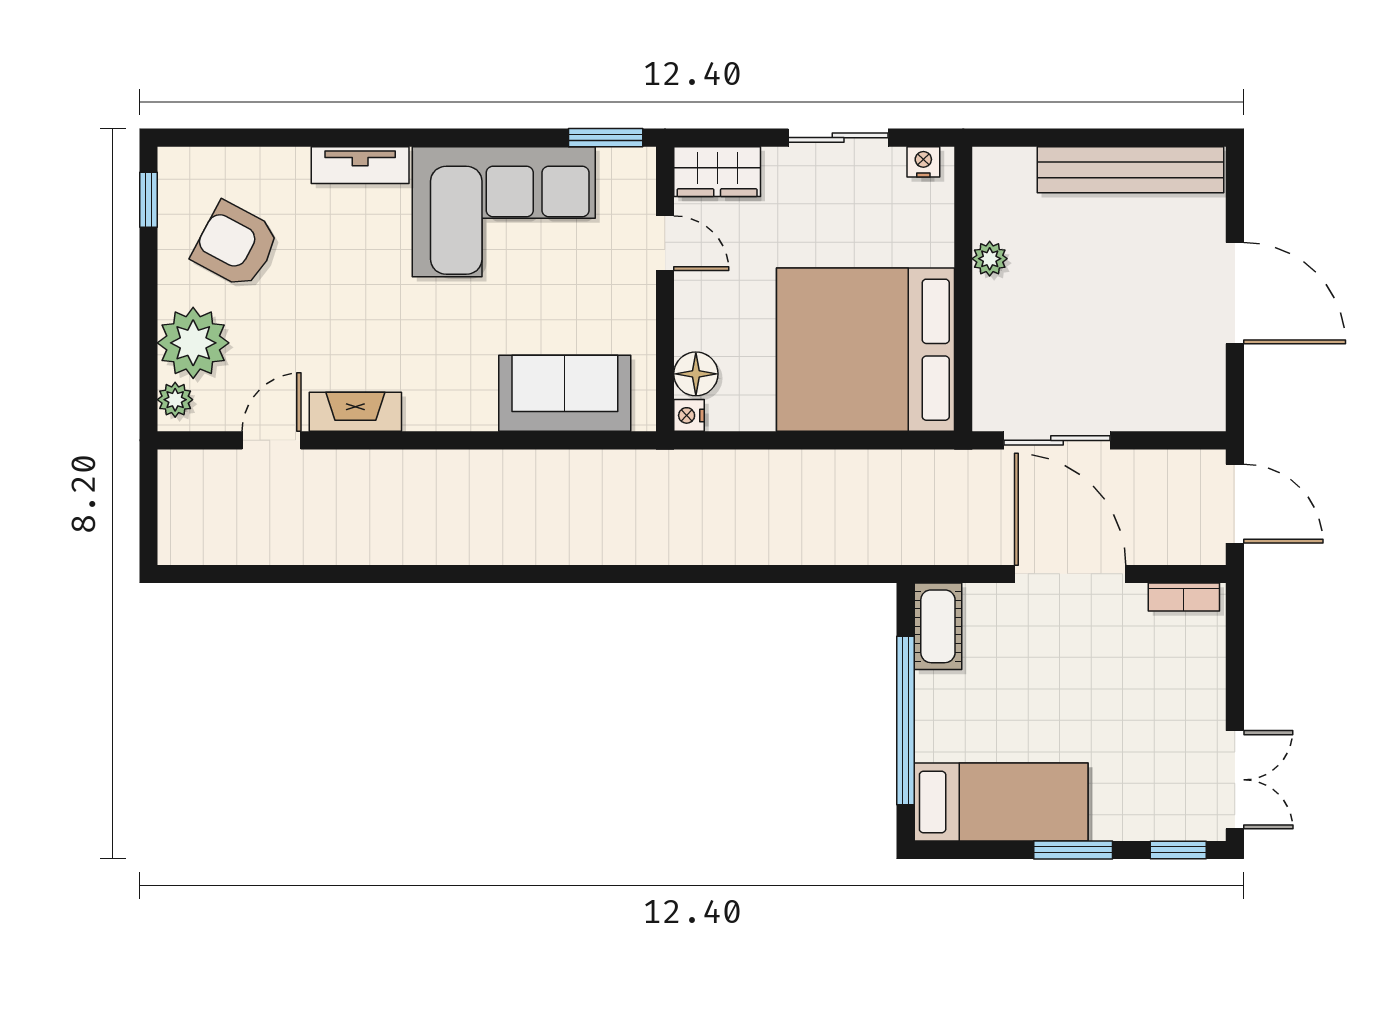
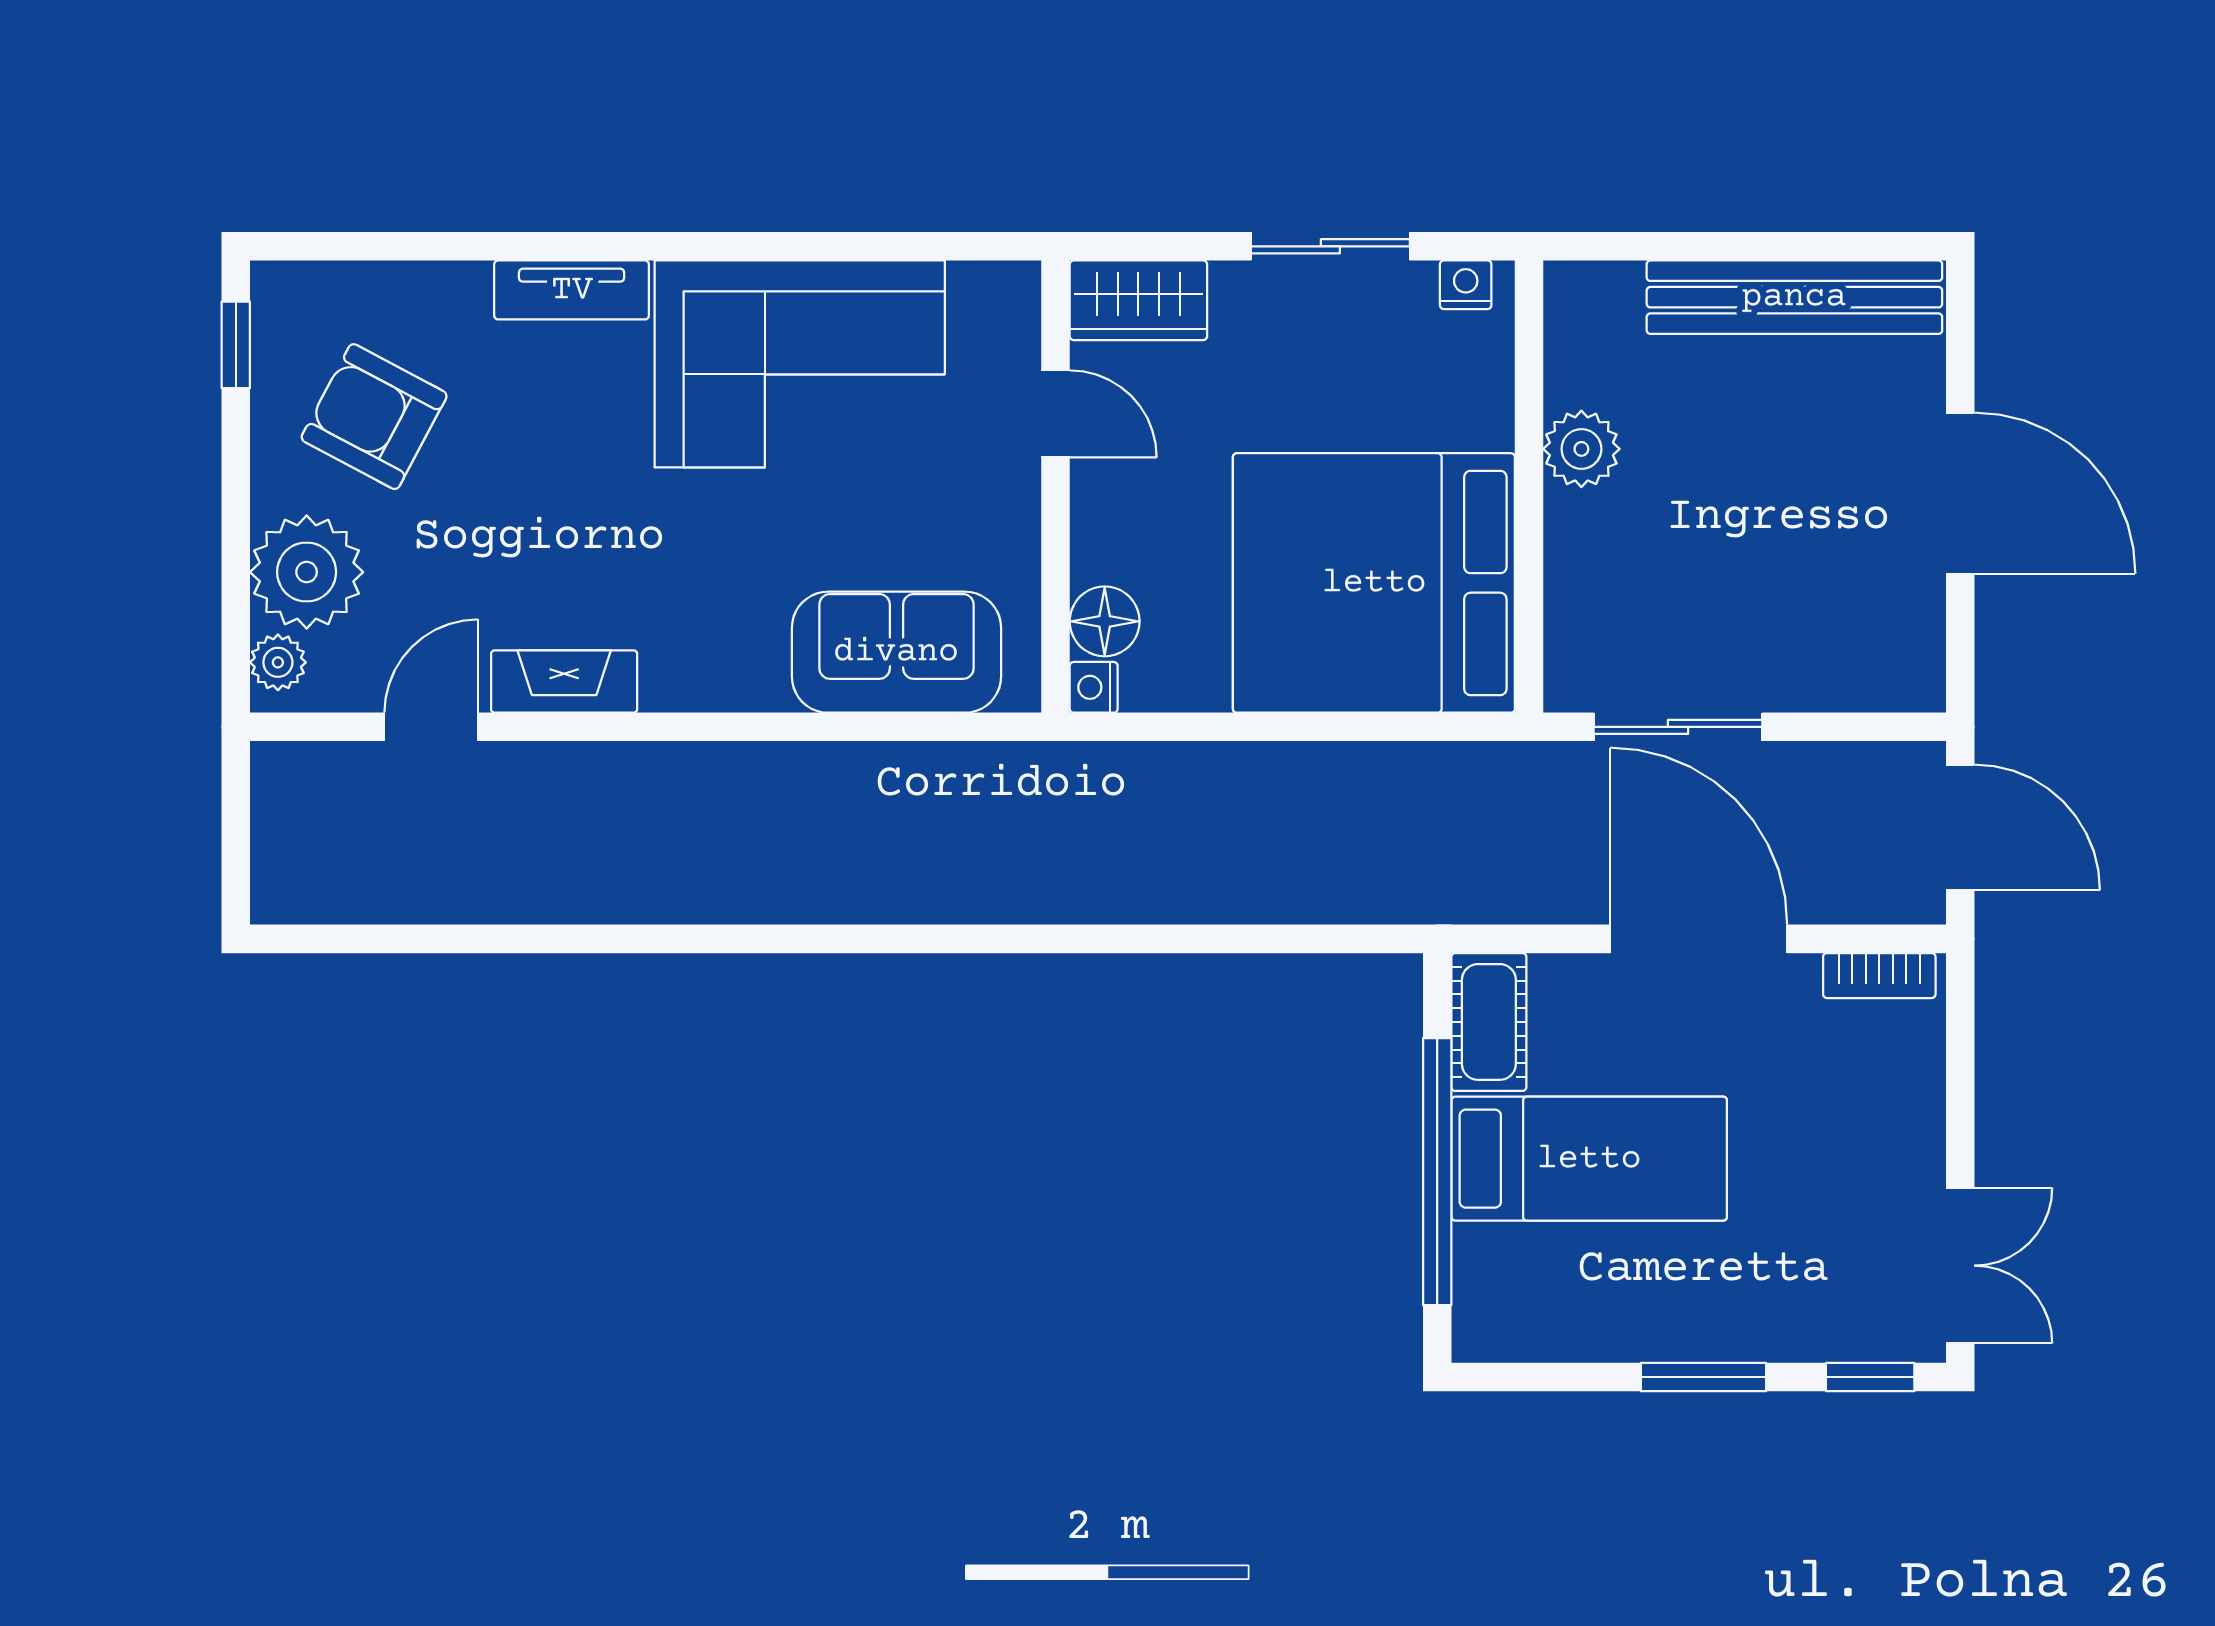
window: (606, 138) -> (961, 246), removed
plant: (990, 259) -> (1581, 449), width x1.38, depth x1.38
bed: (1001, 802) -> (1589, 1159), moved

